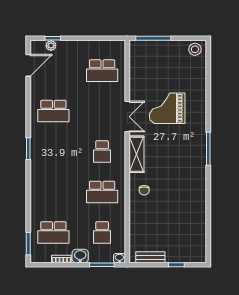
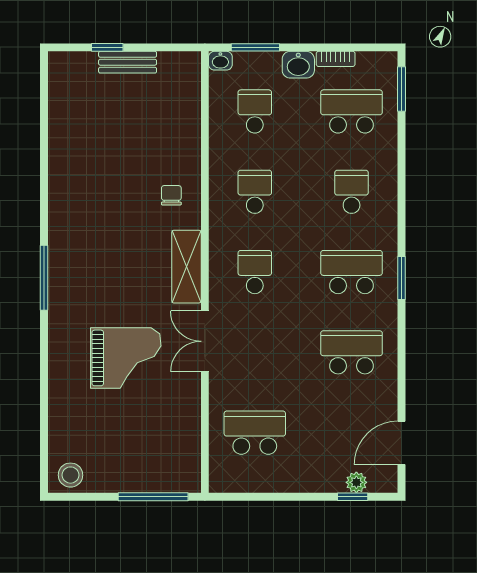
school desk: (53, 152) -> (352, 272), added
school desk: (53, 192) -> (352, 192), added
school desk: (102, 192) -> (255, 192), width x0.54
bench: (150, 257) -> (128, 62), moved

